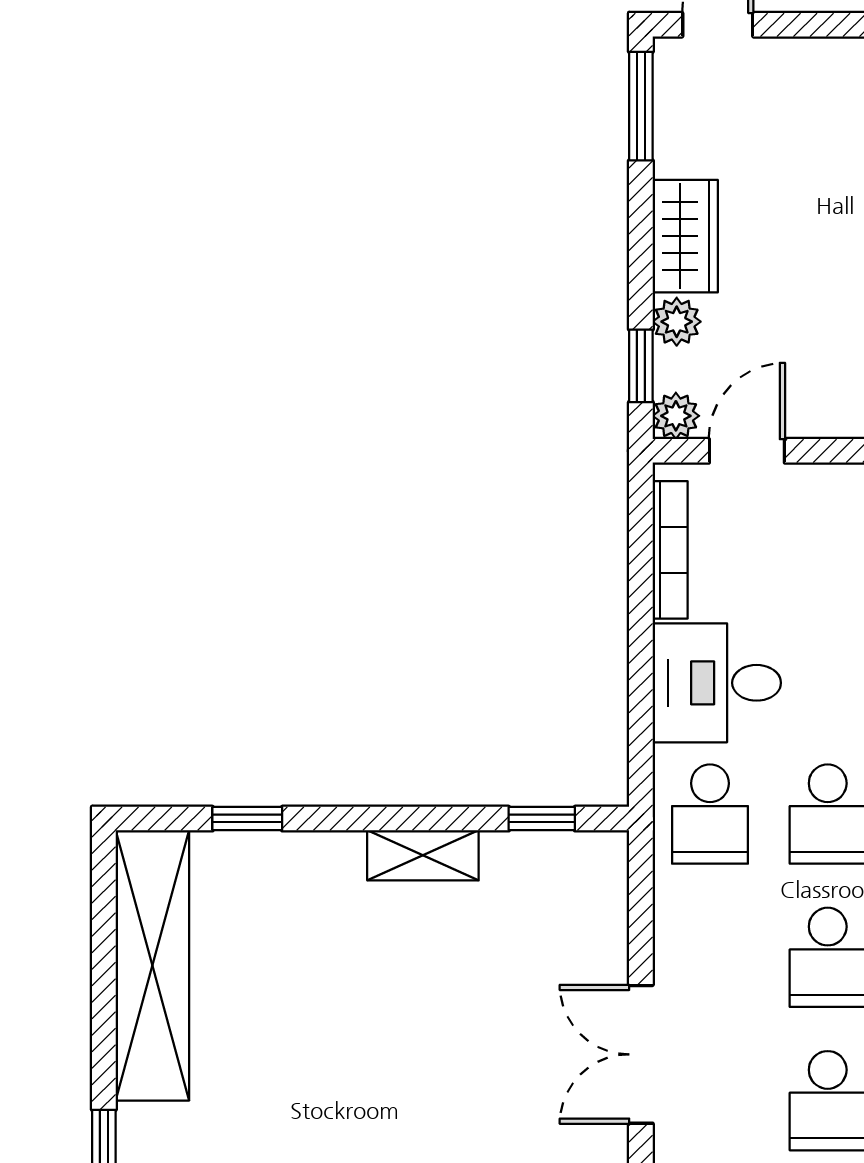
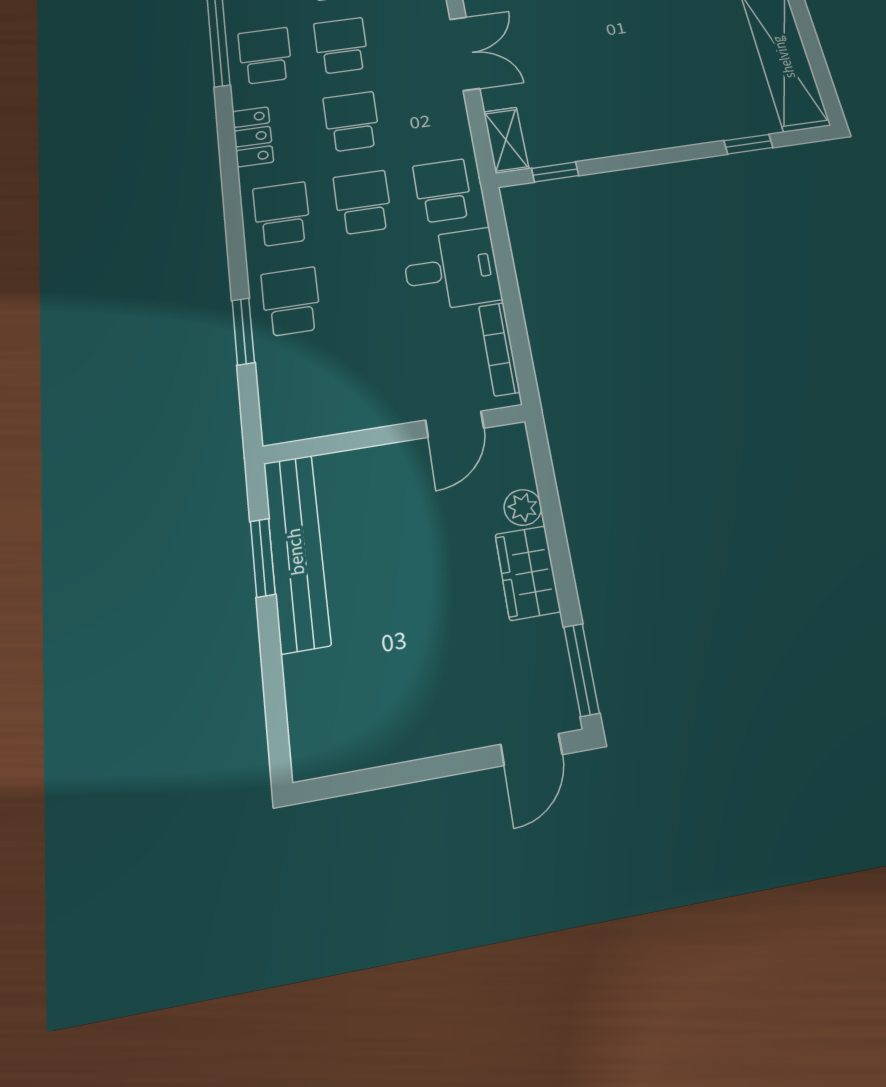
window: (641, 366) -> (544, 471), removed
plant: (676, 416) -> (511, 440), removed
shelving: (423, 855) -> (506, 140), moved, turned 90

